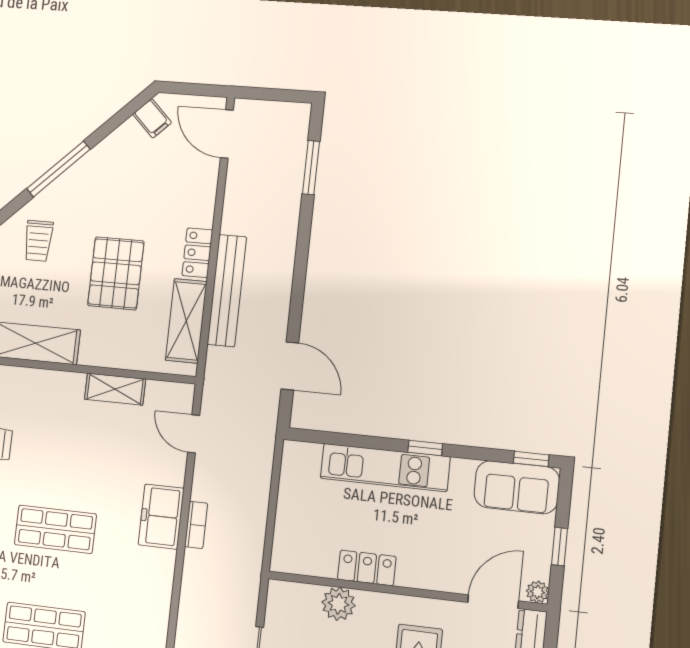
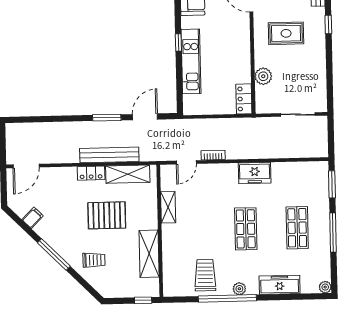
filing cabinet: (152, 118) -> (33, 218), moved
window: (311, 168) -> (107, 118), moved
freezer: (161, 517) -> (255, 173), moved
bookcase: (196, 525) -> (213, 155), moved
locker: (367, 568) -> (244, 99), moved

